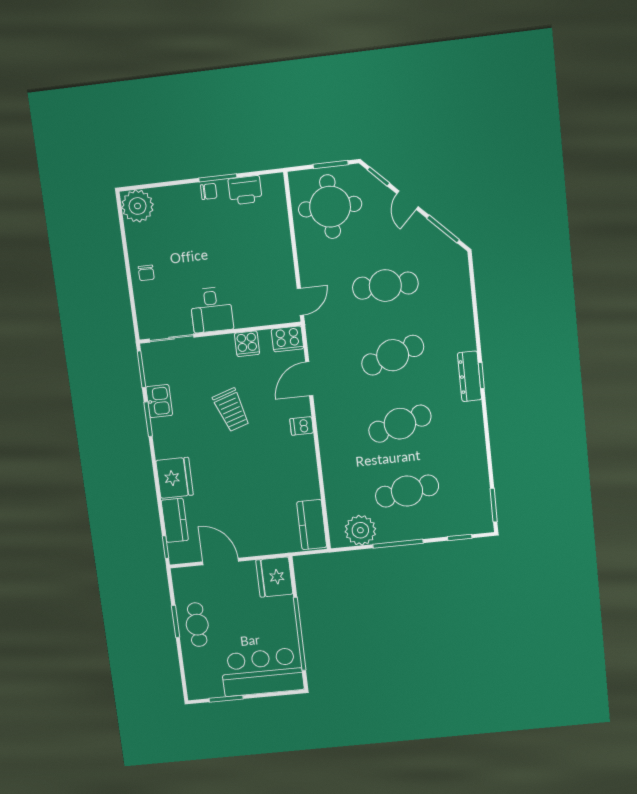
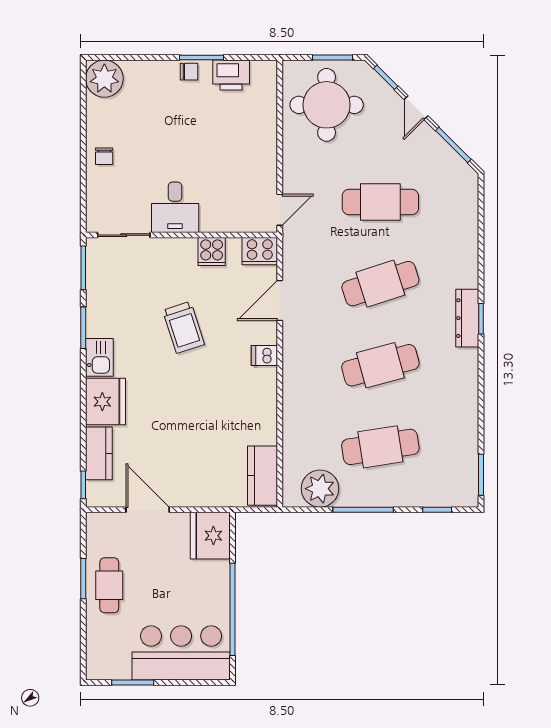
kitchen sink: (159, 401) -> (99, 357), moved

